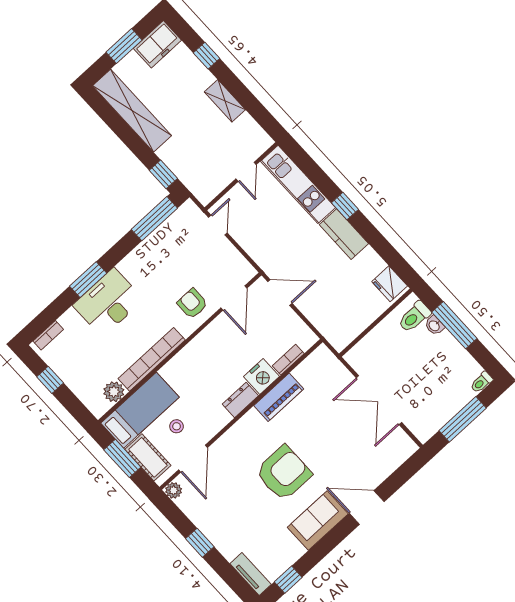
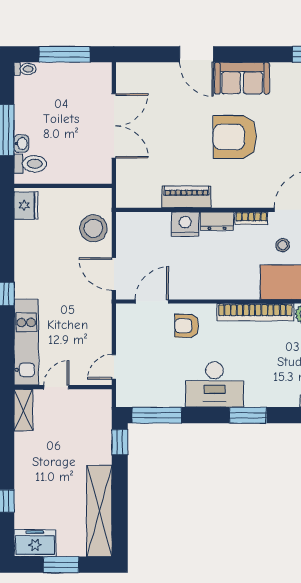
shelving: (225, 101) -> (23, 410), moved
kitchen counter: (344, 234) -> (26, 274), removed
desk: (108, 302) -> (215, 384), moved
armchair: (192, 304) -> (187, 326), turned 91
stool: (325, 312) -> (93, 228), added
bookcase: (288, 360) -> (251, 218), moved

